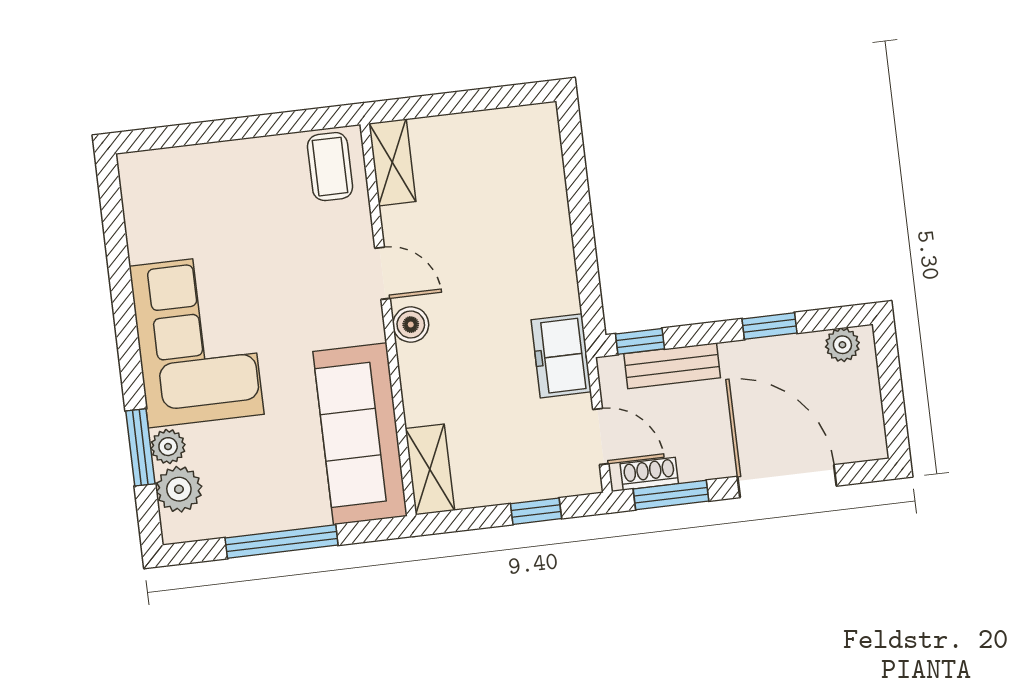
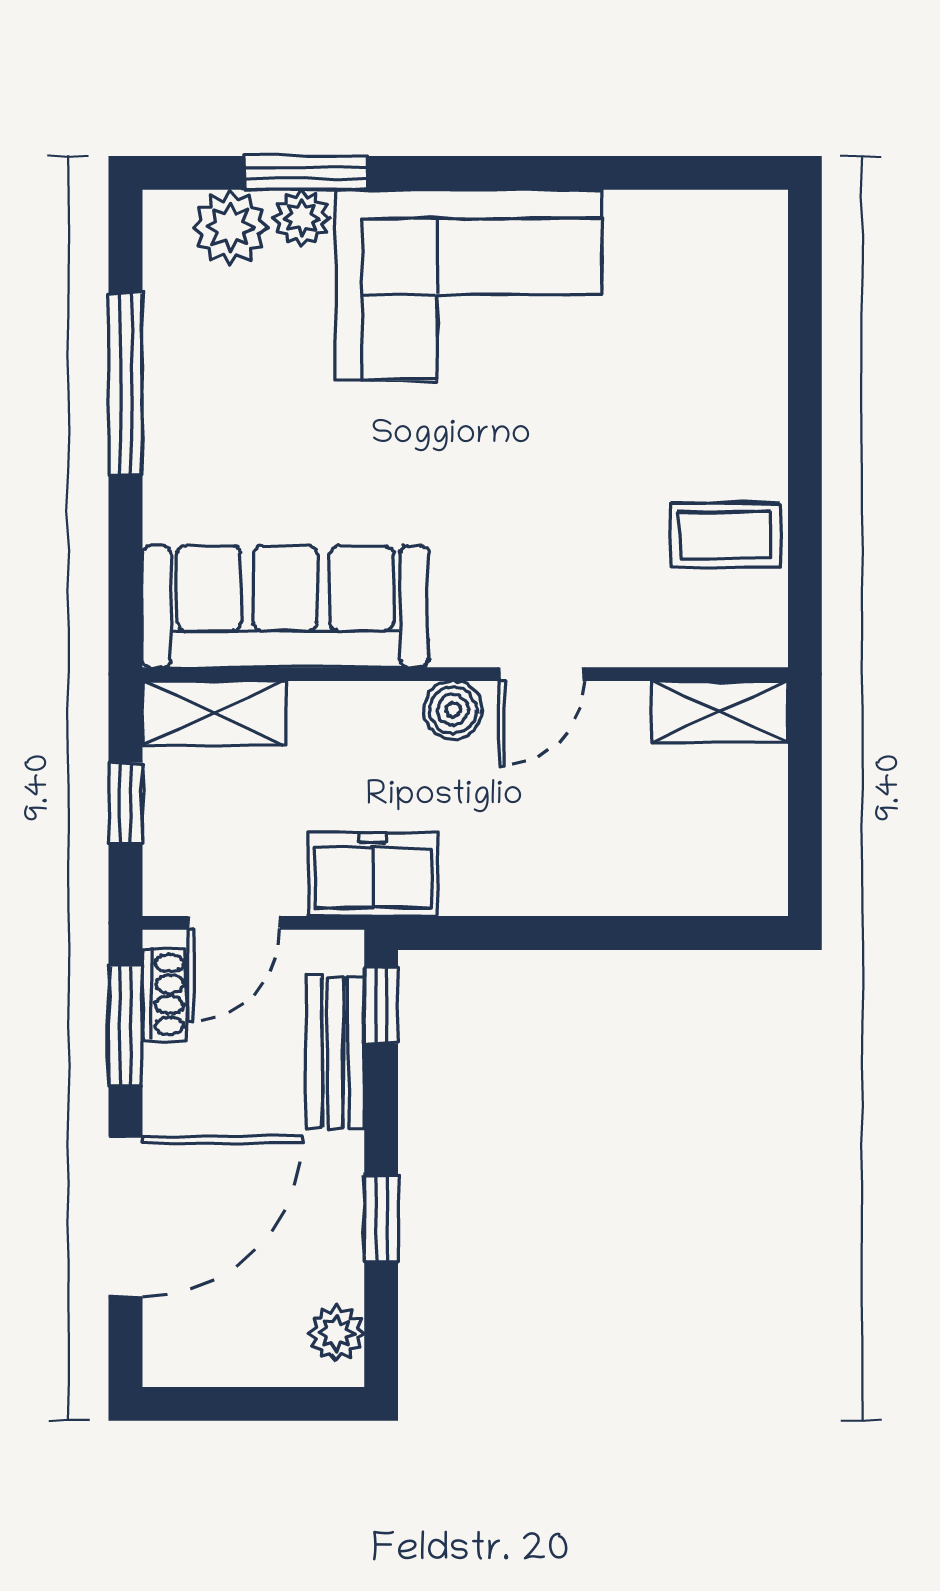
shelving: (392, 162) -> (720, 711), moved
door: (383, 273) -> (542, 674), moved
wall: (388, 320) -> (465, 674), moved
boiler: (411, 325) -> (453, 710), moved
sofa: (360, 434) -> (285, 607), moved
shelving: (430, 469) -> (214, 713), moved

